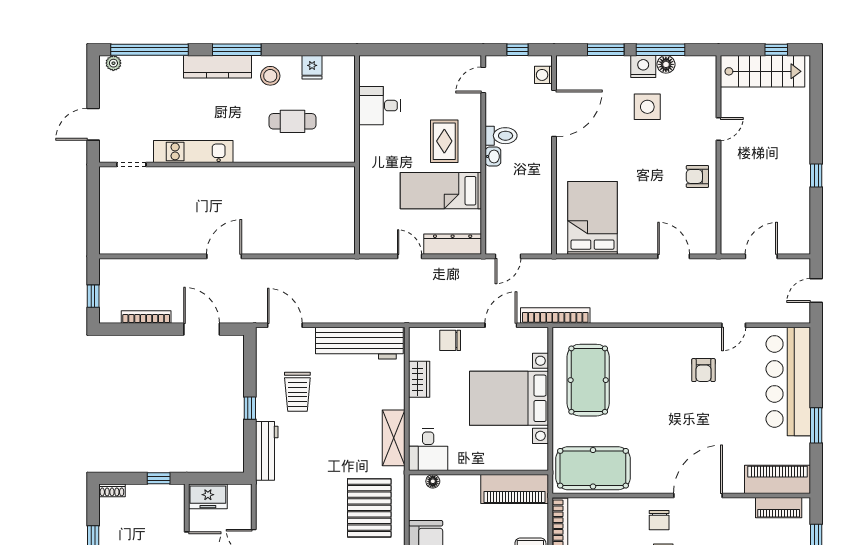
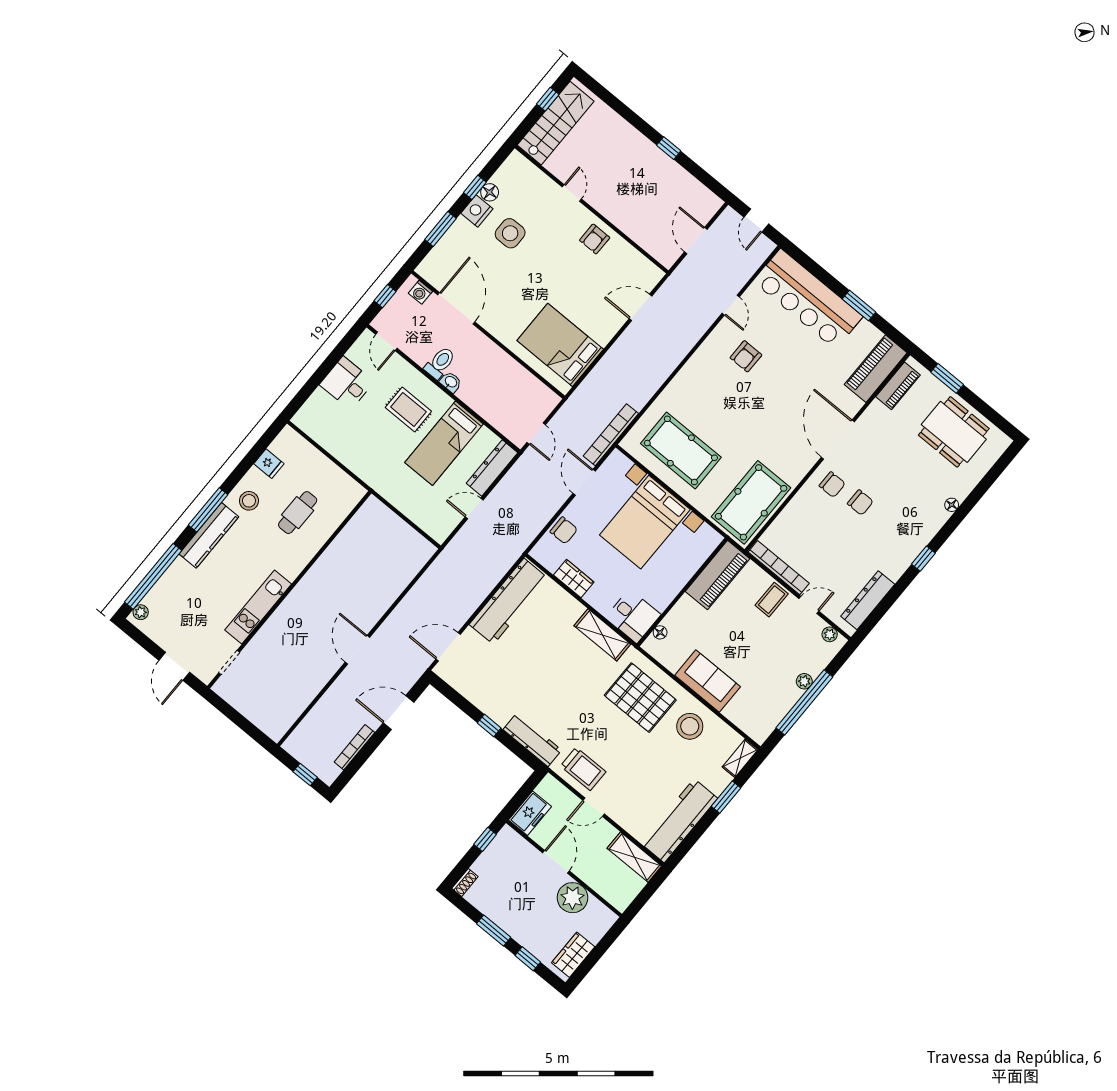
window: (660, 50) -> (475, 187), width x0.46
desk: (380, 106) -> (347, 383), moved, turned 90
chair: (450, 340) -> (564, 530), turned -90
armchair: (703, 370) -> (746, 356), turned 90
trolley: (297, 392) -> (583, 769), moved

